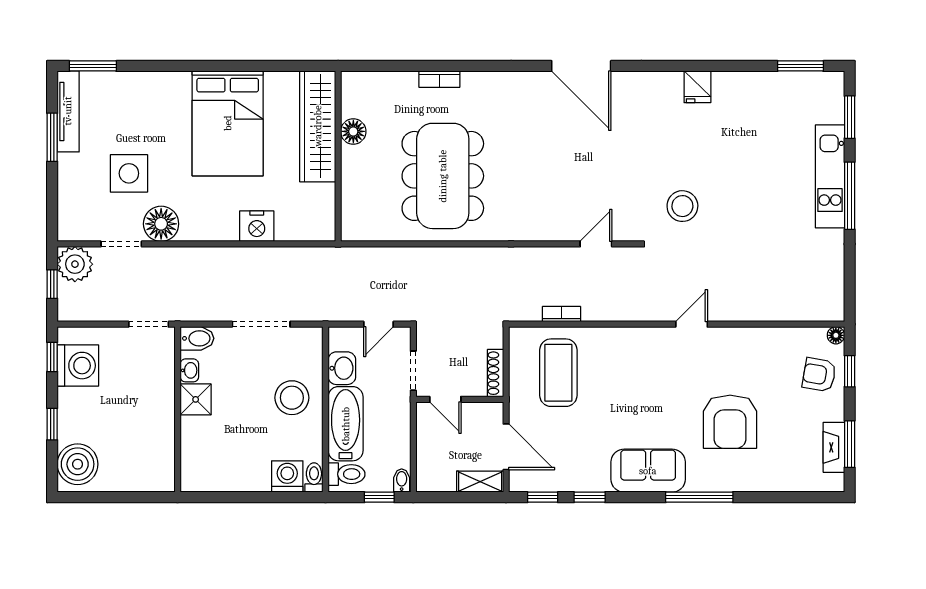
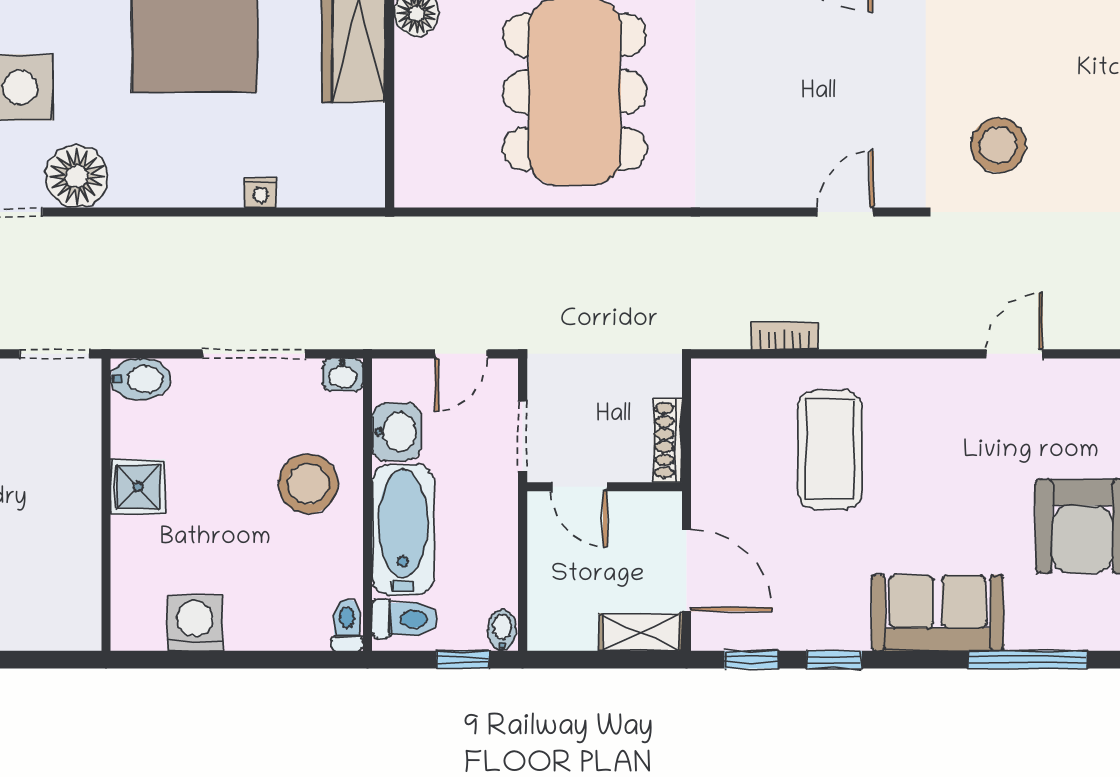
nightstand: (257, 226) -> (260, 193), width x0.53, depth x0.56
washbasin: (189, 370) -> (343, 375), moved, turned 90
coffee table: (558, 373) -> (830, 450), moved
washing machine: (287, 476) -> (195, 623), moved

